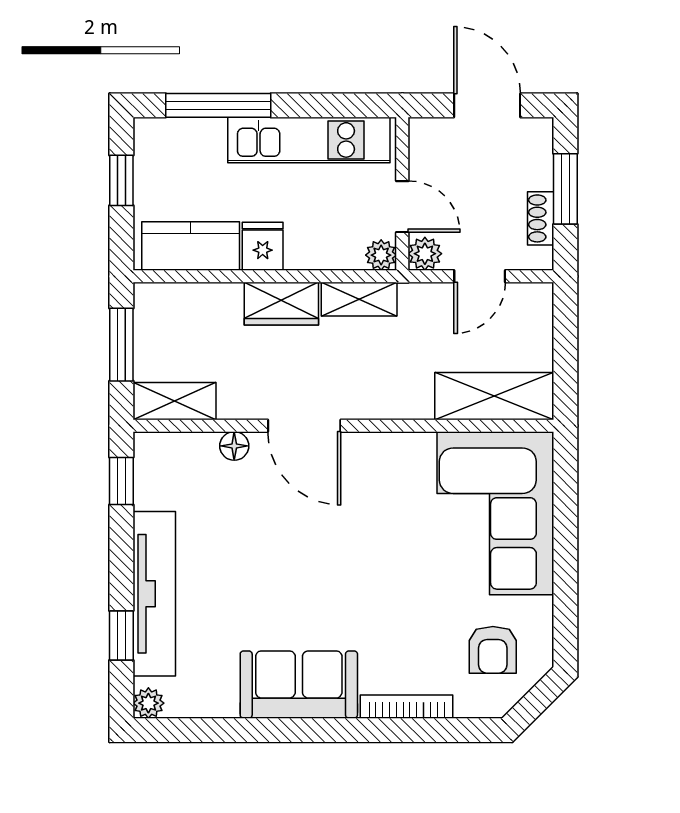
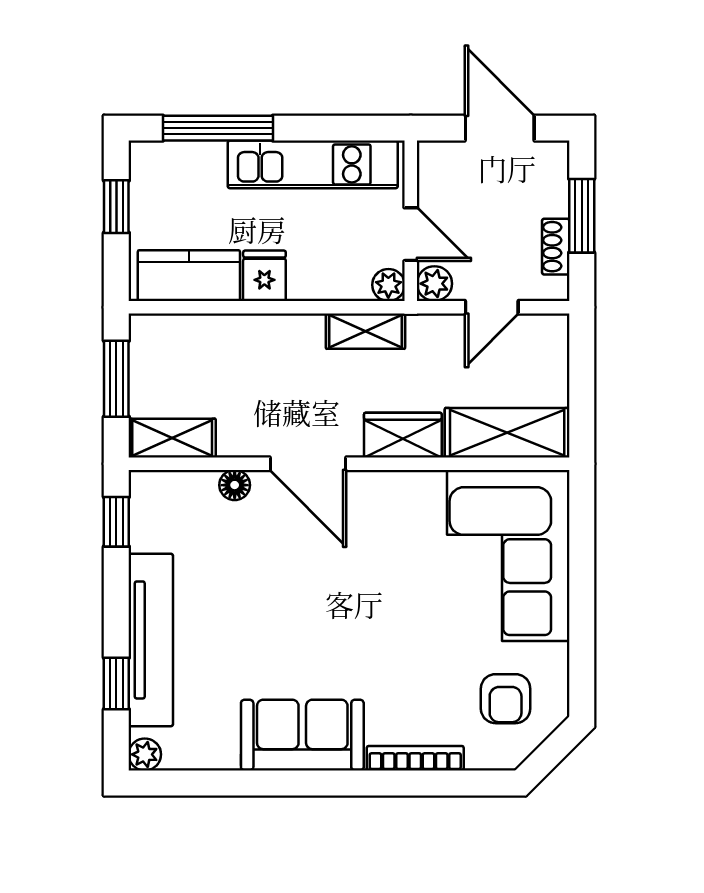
wardrobe: (281, 304) -> (403, 435), moved, turned 180

